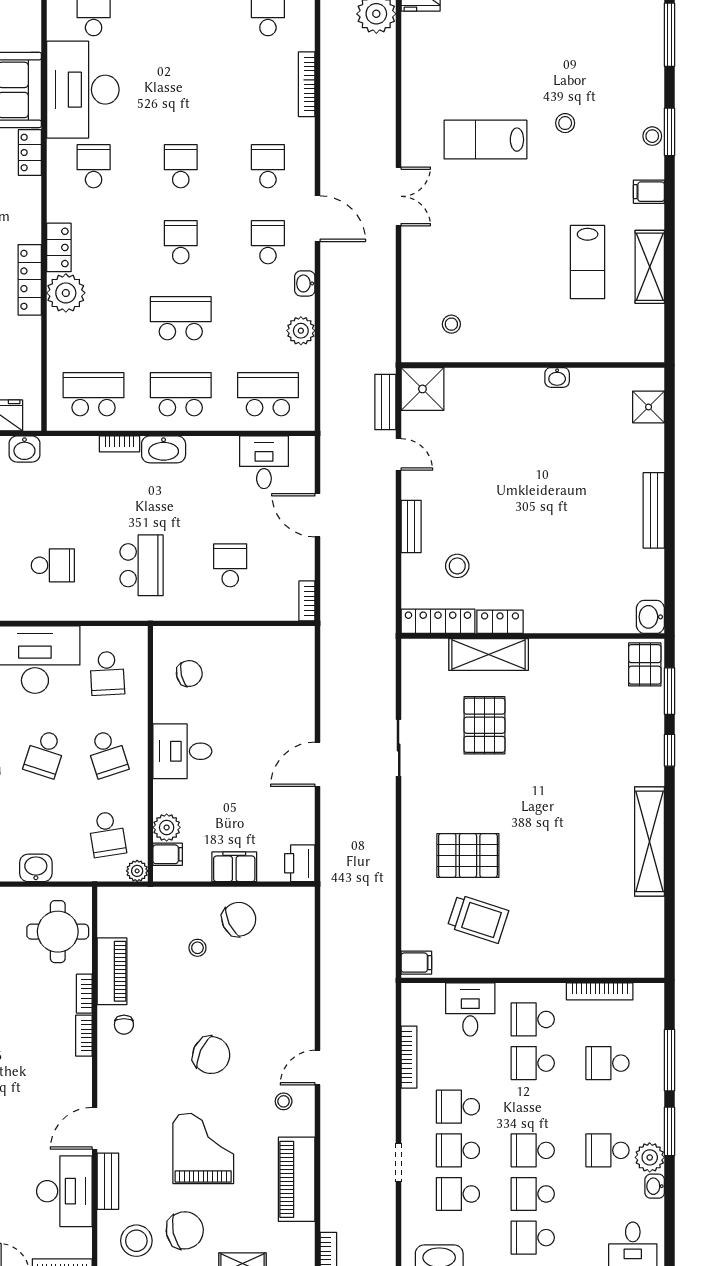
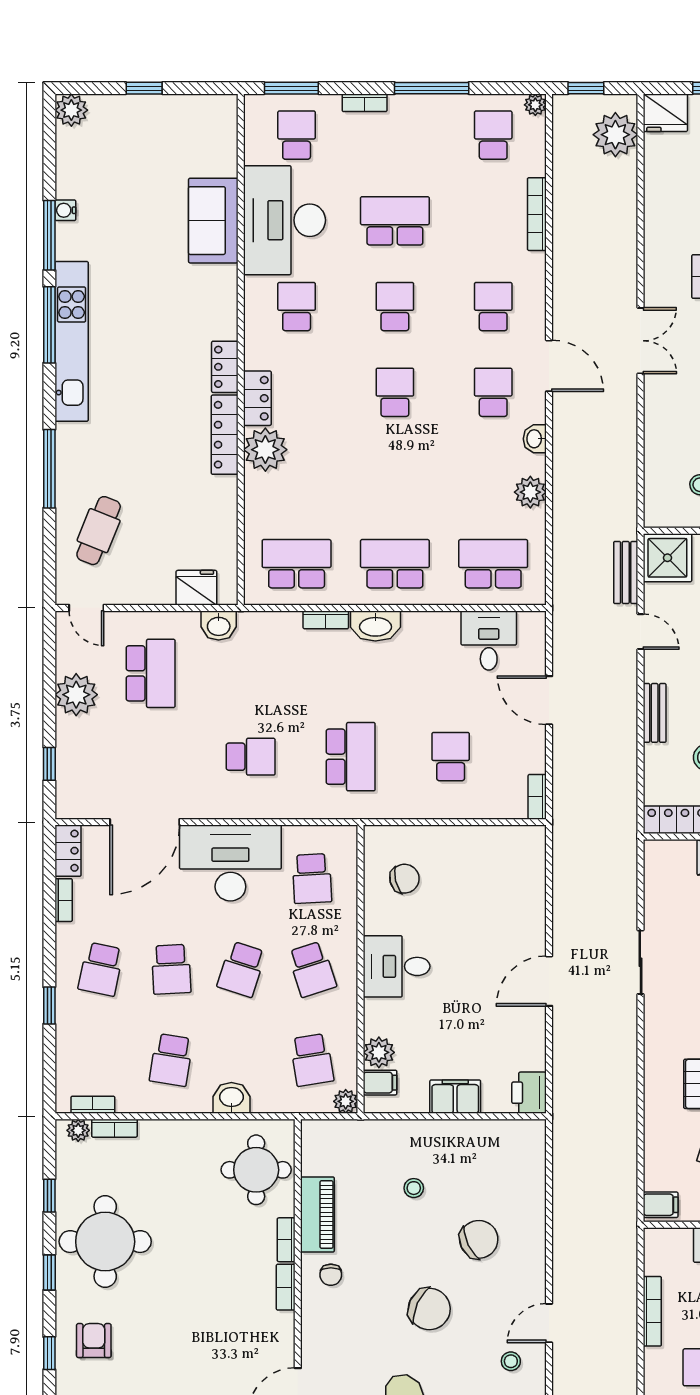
locker: (30, 152) -> (225, 367), moved
school desk: (181, 318) -> (395, 221), moved
chair: (239, 919) -> (479, 1239), moved

